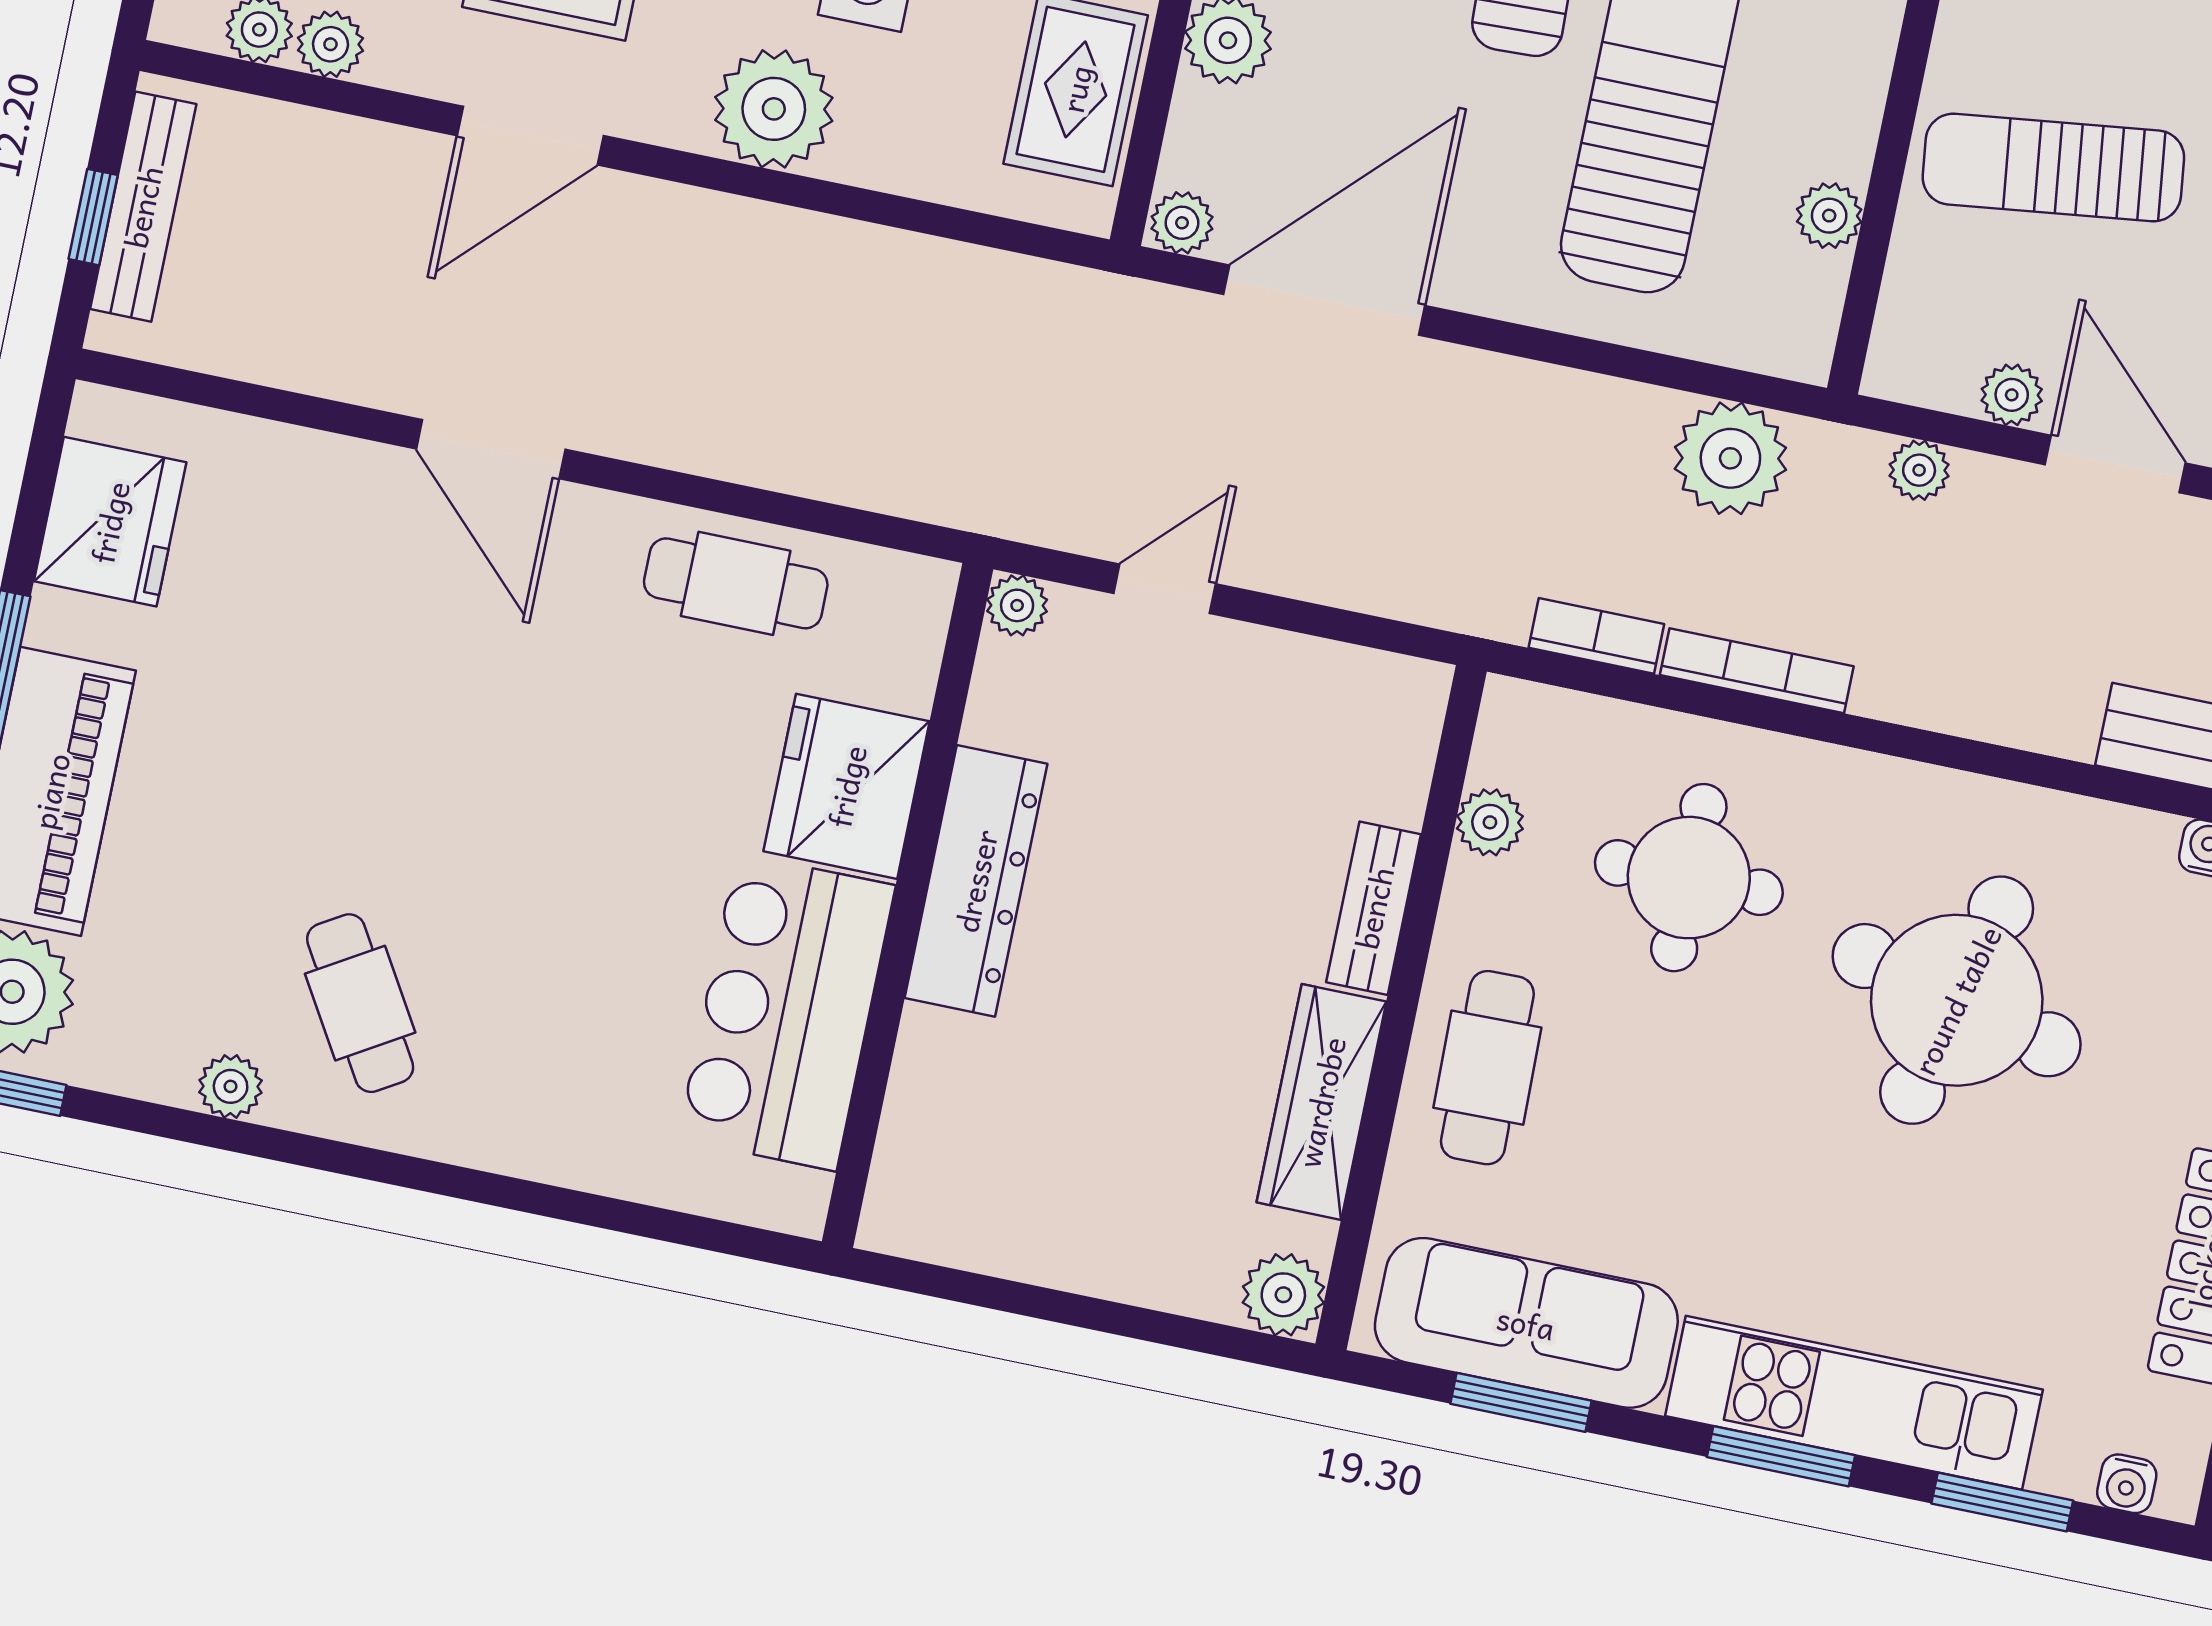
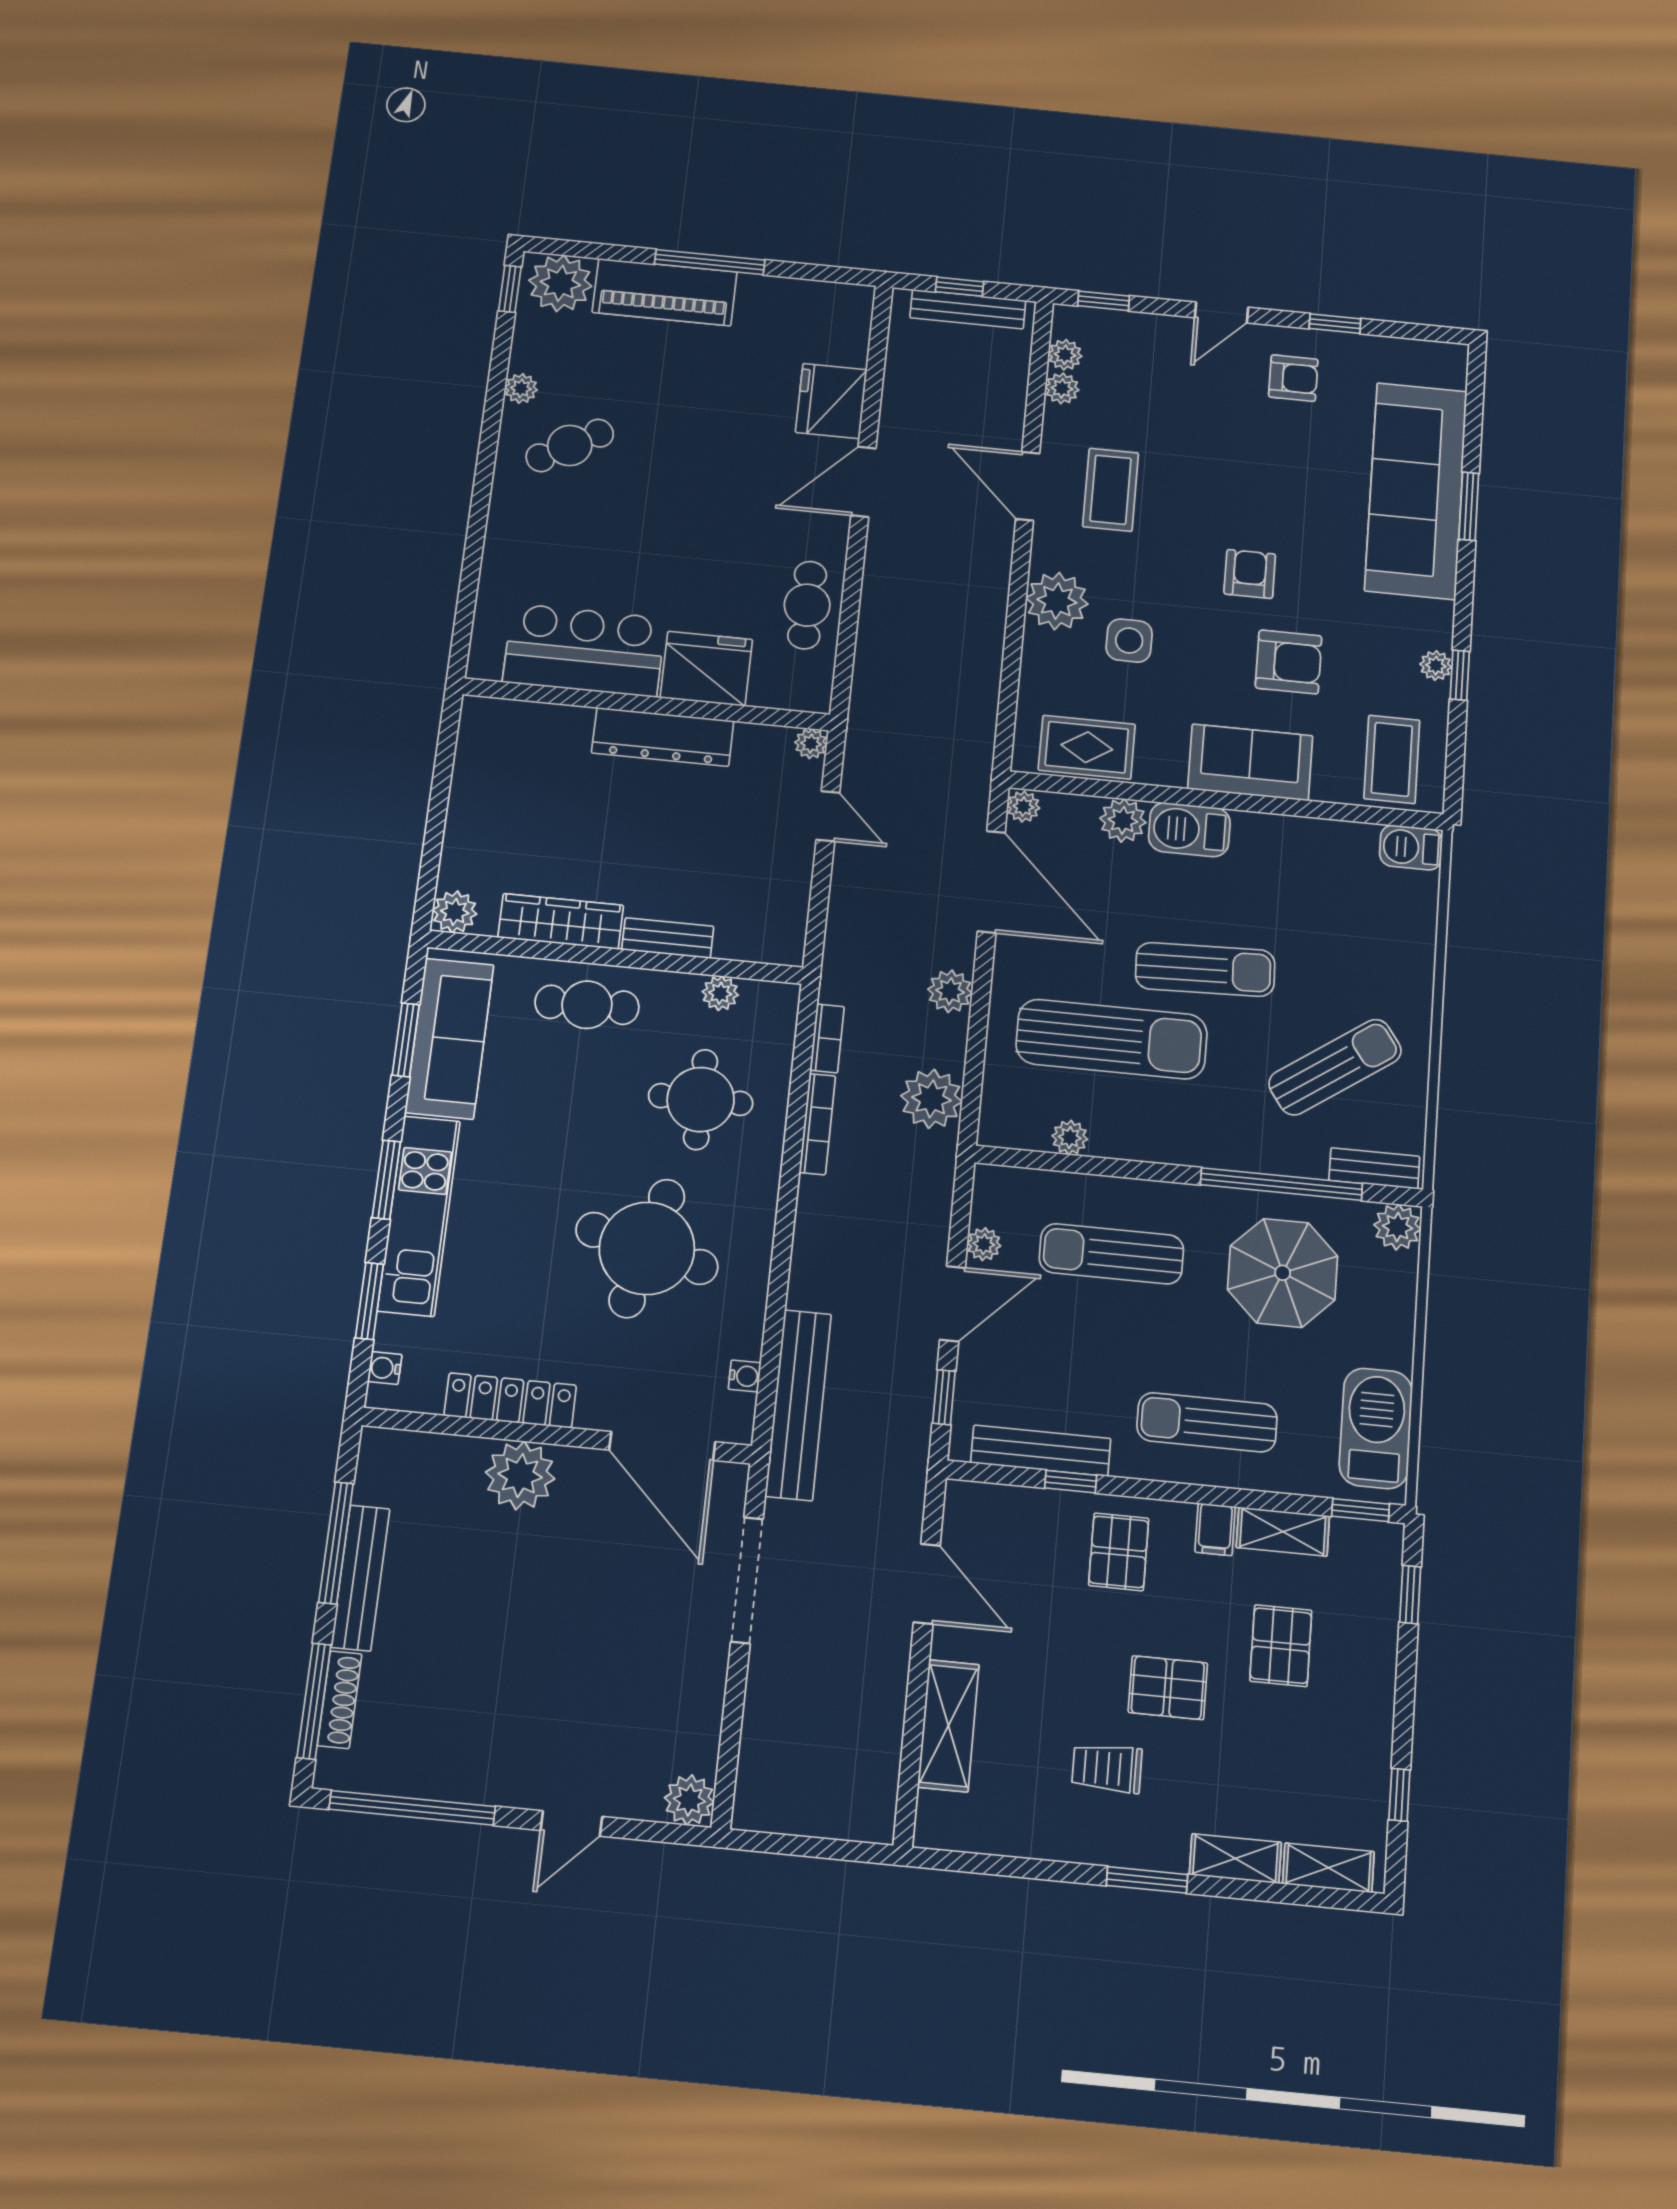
sun lounger: (2053, 168) -> (1111, 1254), turned -83
plant: (1919, 470) -> (950, 991), moved, width x1.38, depth x1.38
fridge: (110, 522) -> (831, 401), moved, turned 90

